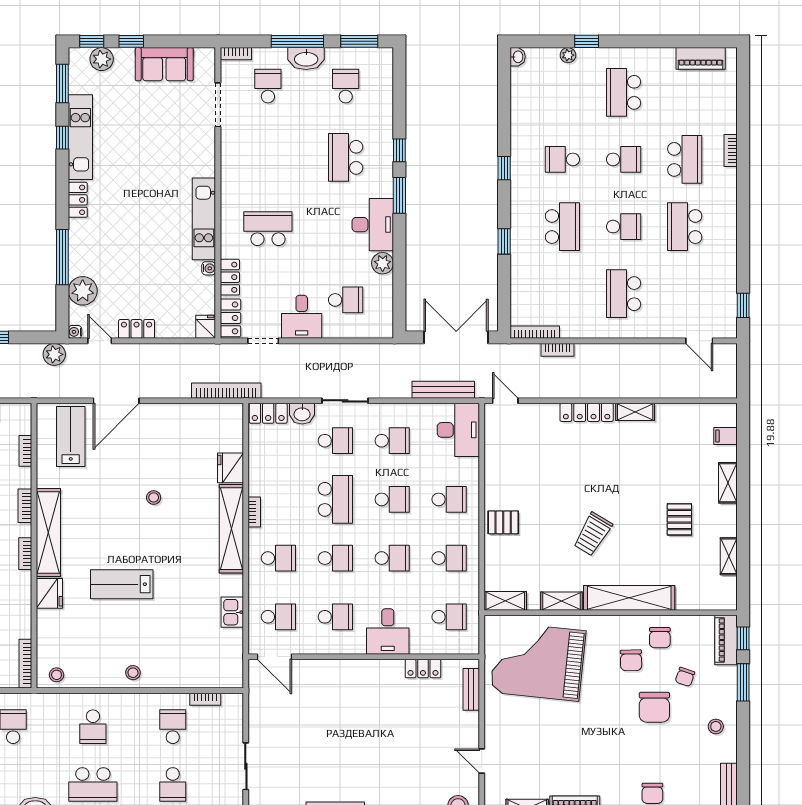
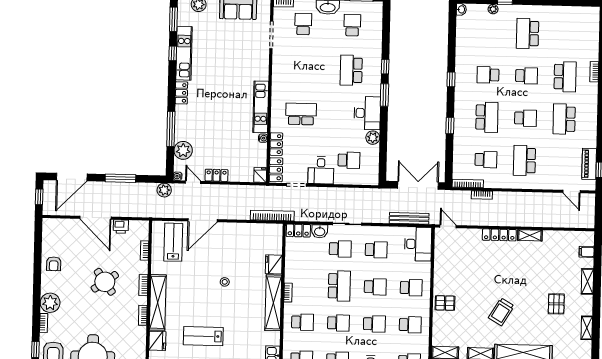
piano: (701, 58) -> (589, 164), moved, turned 90
school desk: (562, 294) -> (486, 160), added

